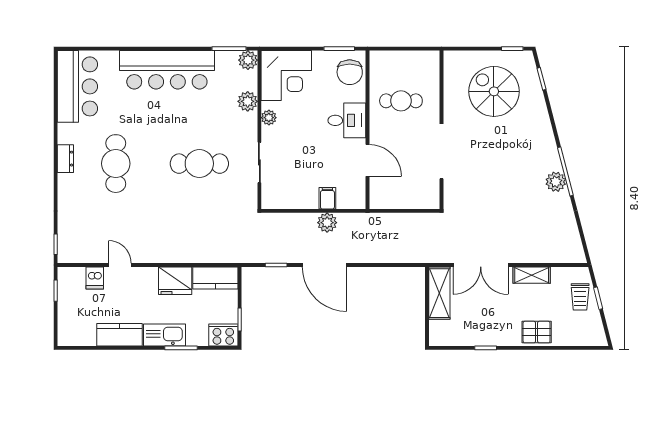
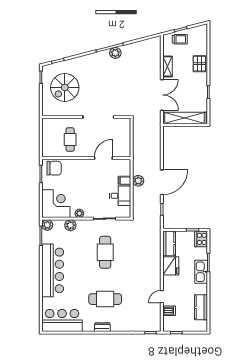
desk: (347, 120) -> (120, 196), moved, turned 90
shelving: (439, 293) -> (184, 118), width x1.47
kitchen counter: (119, 335) -> (201, 307), moved

